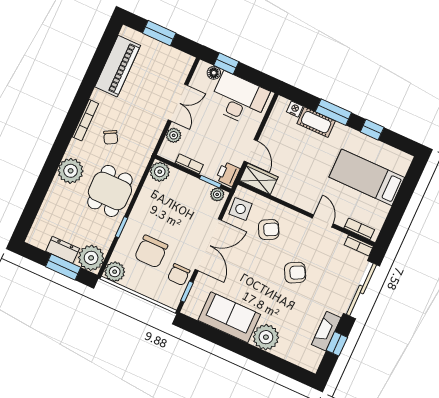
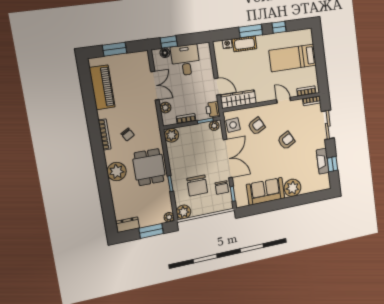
desk: (239, 99) -> (186, 60), width x0.73
wardrobe: (259, 179) -> (238, 99), width x1.50
dresser: (63, 250) -> (128, 225), moved
plant: (91, 258) -> (169, 217), width x0.53, depth x0.53
sliding door: (361, 290) -> (328, 125), width x0.73

